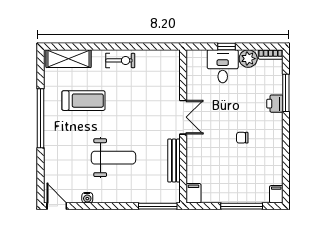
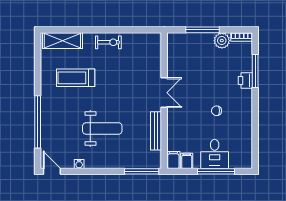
window: (226, 47) -> (203, 30), width x2.17
desk: (223, 66) -> (215, 154), moved, turned 180
treadmill: (83, 101) -> (76, 78), turned 180
window: (40, 118) -> (38, 122), moved
filing cabinet: (276, 194) -> (187, 161), moved

